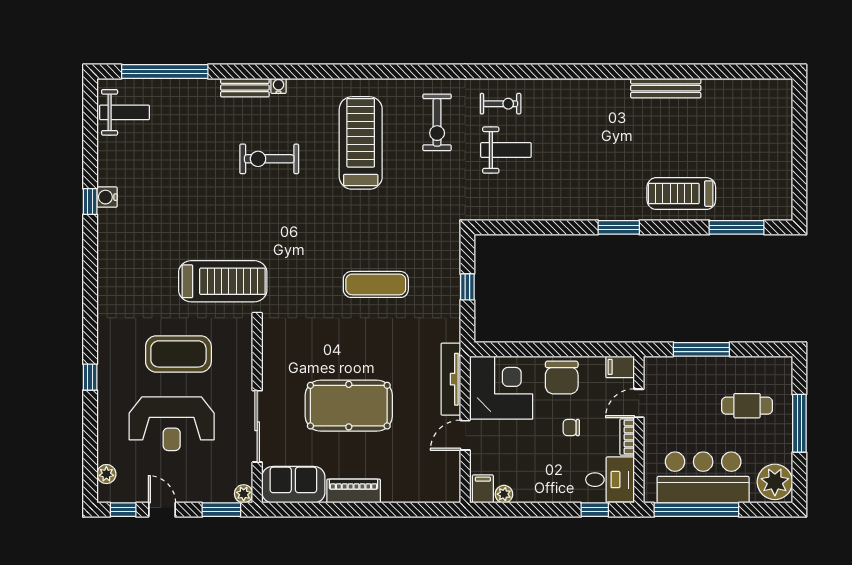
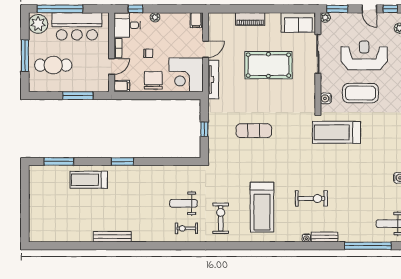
bench: (666, 88) -> (112, 237), moved
treadmill: (681, 194) -> (89, 180), turned 180
water cooler: (243, 344) -> (326, 98), added
cafe table: (747, 406) -> (53, 65), width x1.37, depth x1.35
piano: (354, 491) -> (250, 19), moved
plant: (504, 494) -> (155, 17), moved
window: (696, 510) -> (60, 9), moved

